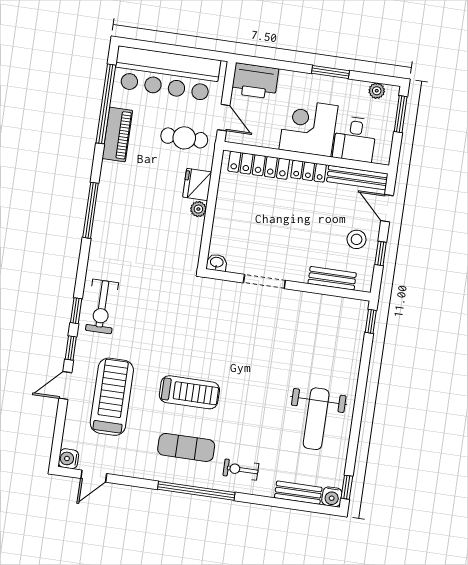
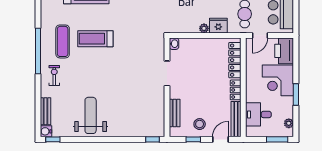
corner desk: (309, 128) -> (278, 80), moved, turned 180
treadmill: (189, 392) -> (95, 39), turned 90
weight bench: (316, 419) -> (91, 115), turned 90

